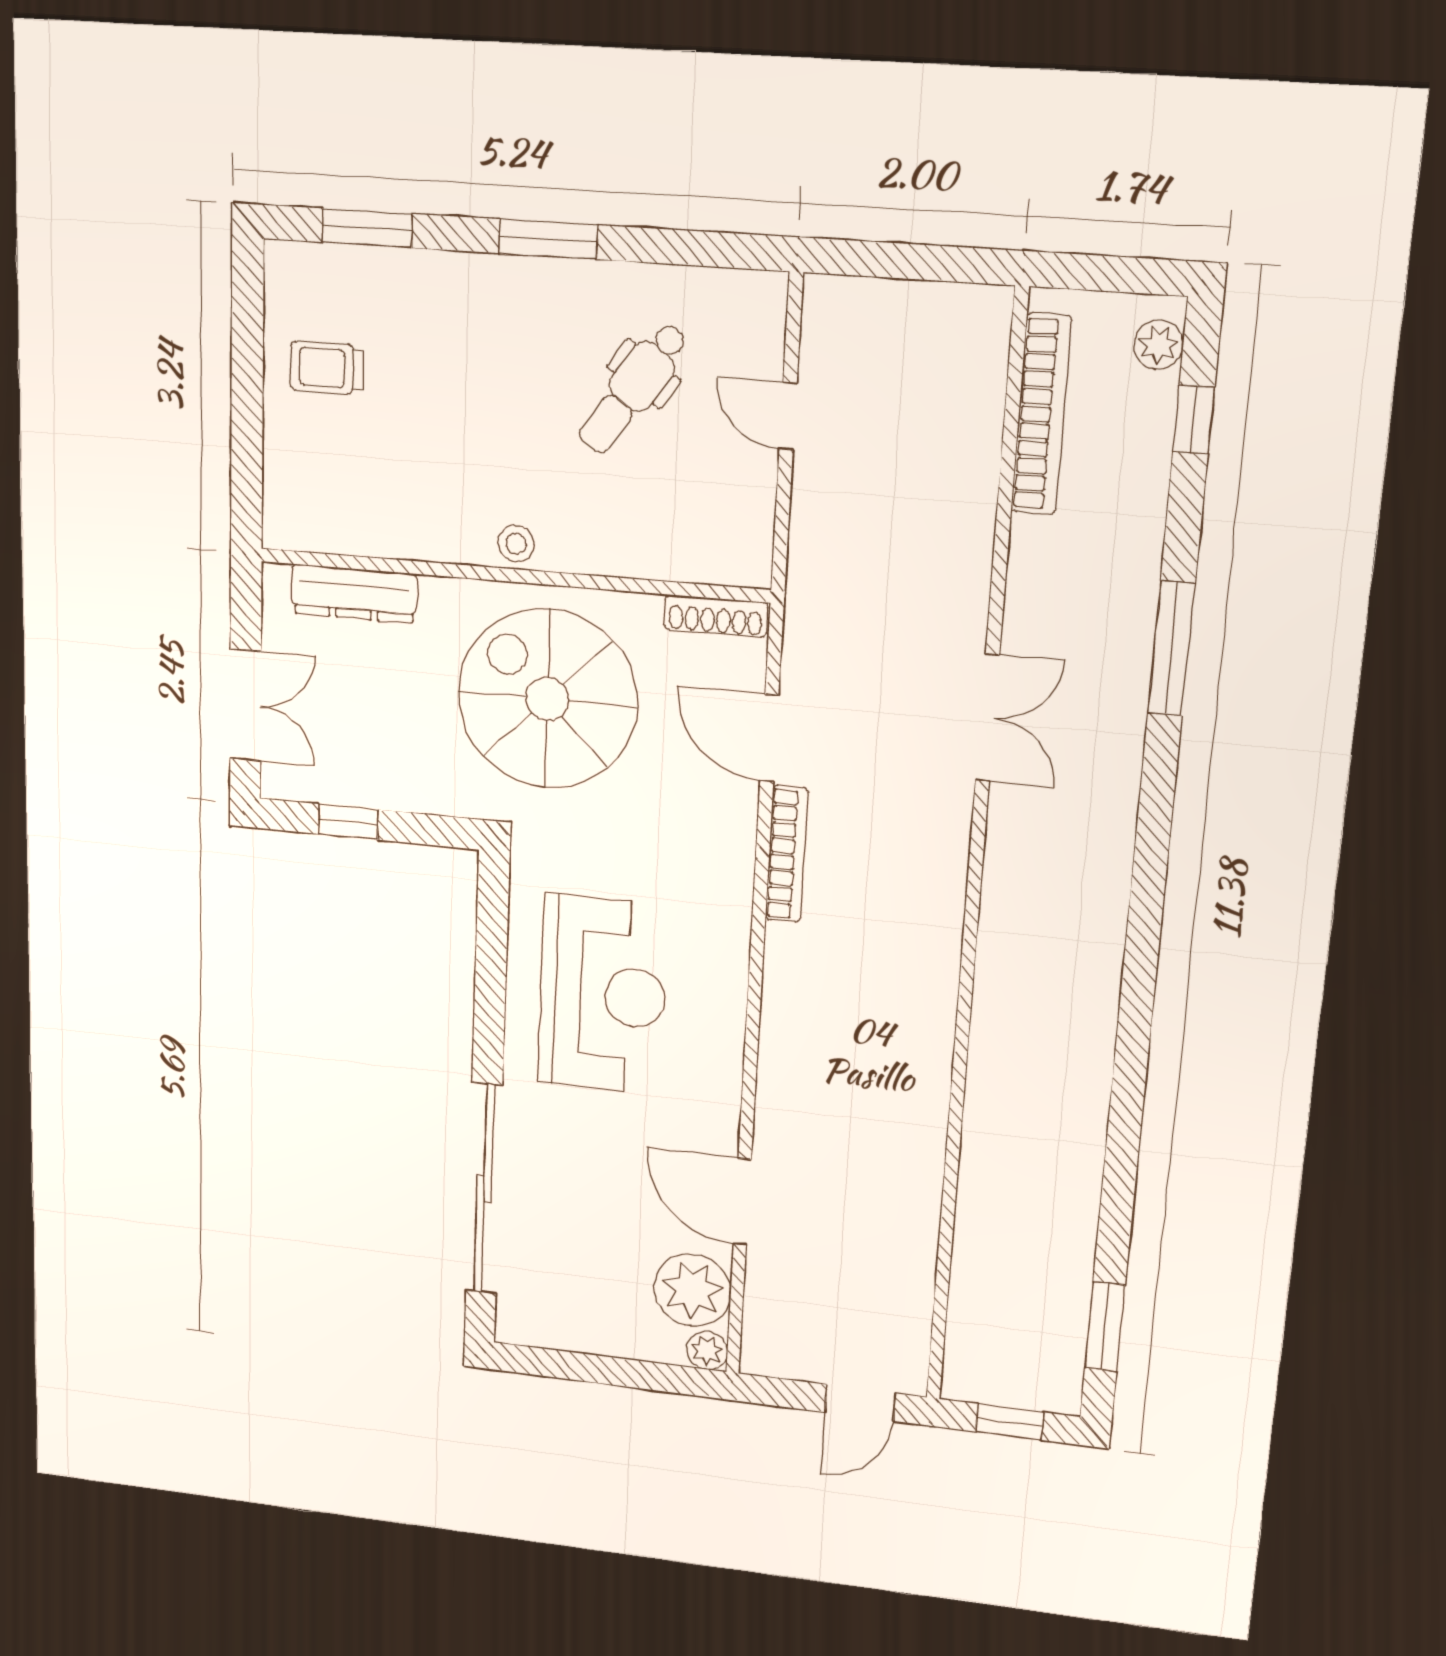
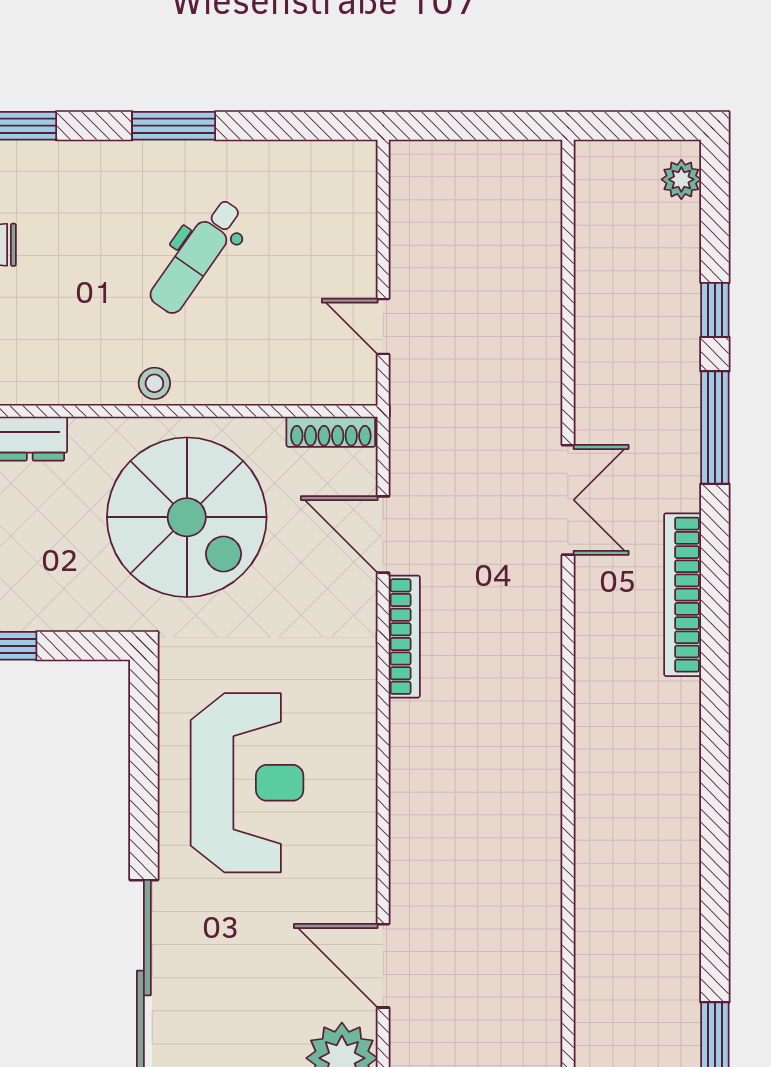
dental chair: (633, 388) -> (196, 256), moved
bookcase: (1041, 414) -> (683, 595), moved, turned 180
door: (788, 416) -> (383, 326), moved
window: (1194, 420) -> (715, 310), moved
spiral stairs: (547, 699) -> (187, 517), turned 180

